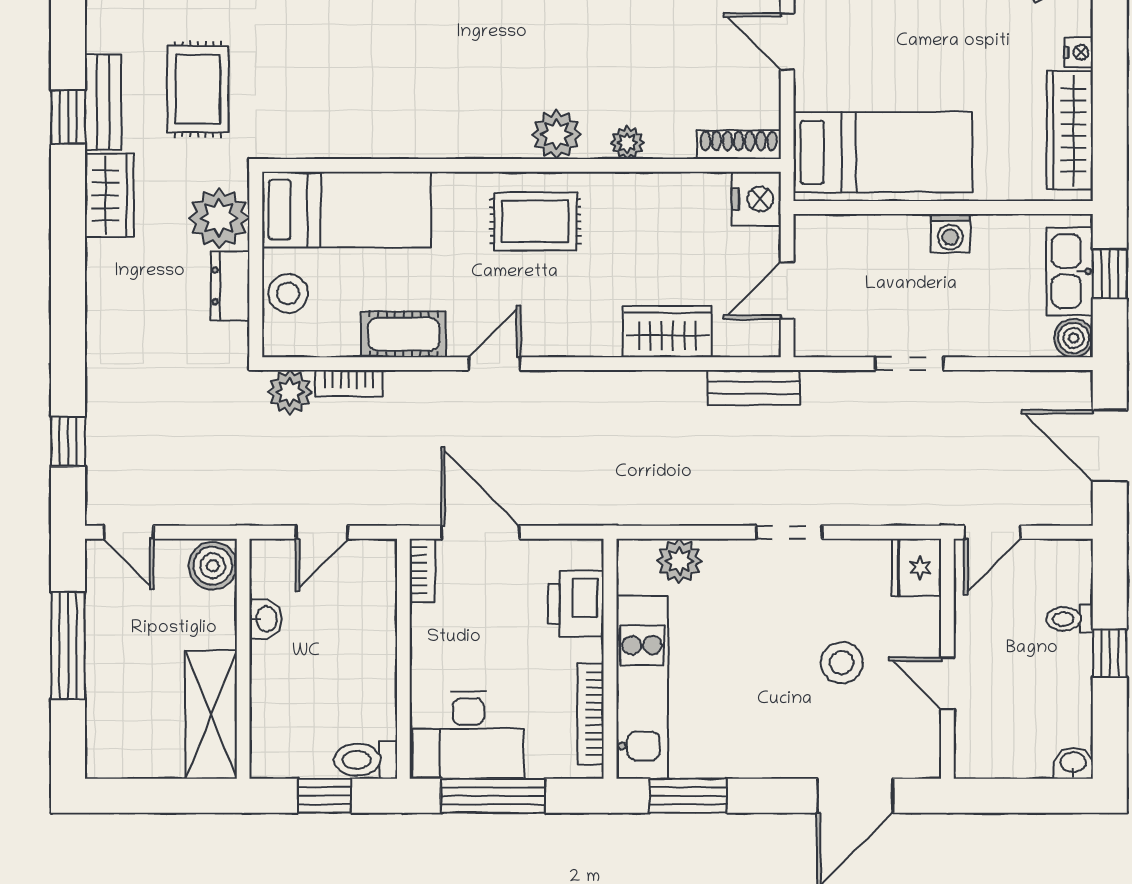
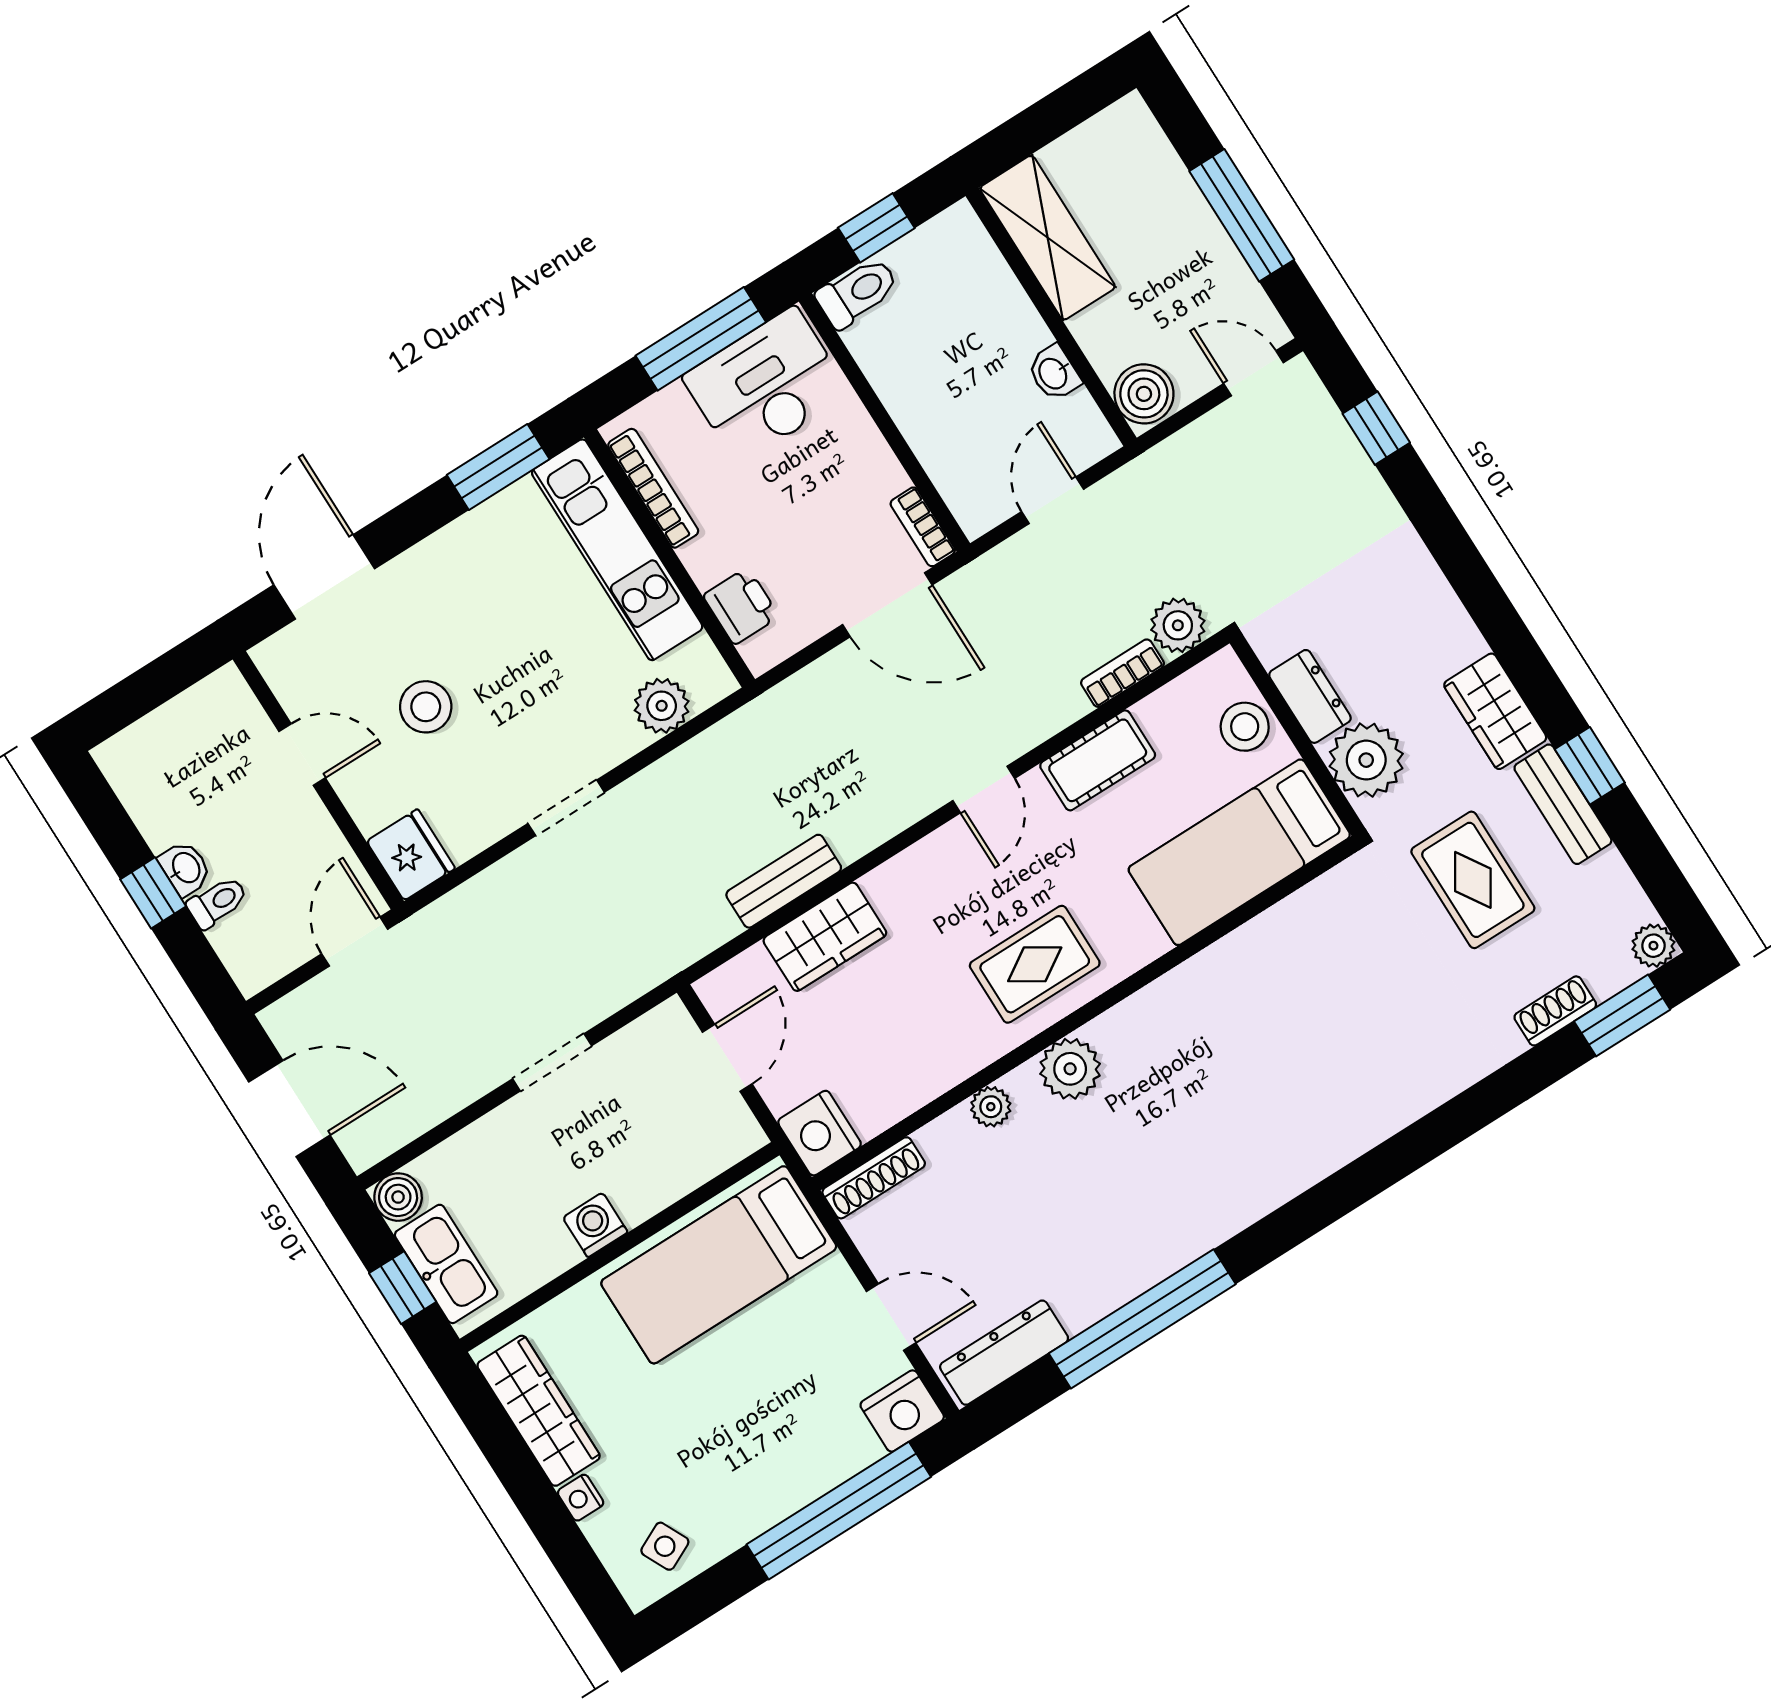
bench: (754, 387) -> (784, 881), moved
printer: (576, 604) -> (741, 606), width x0.73, depth x0.81
washbasin: (1073, 763) -> (185, 868), moved, turned -90

